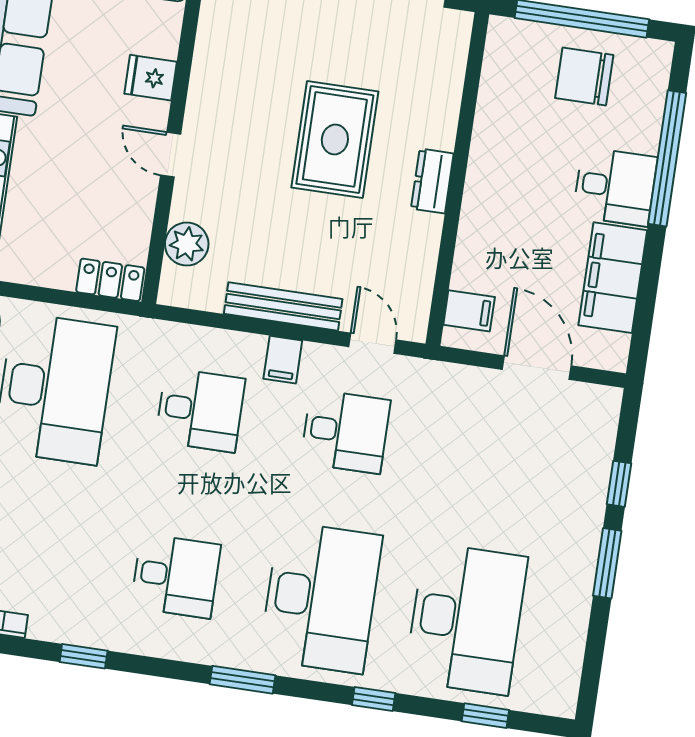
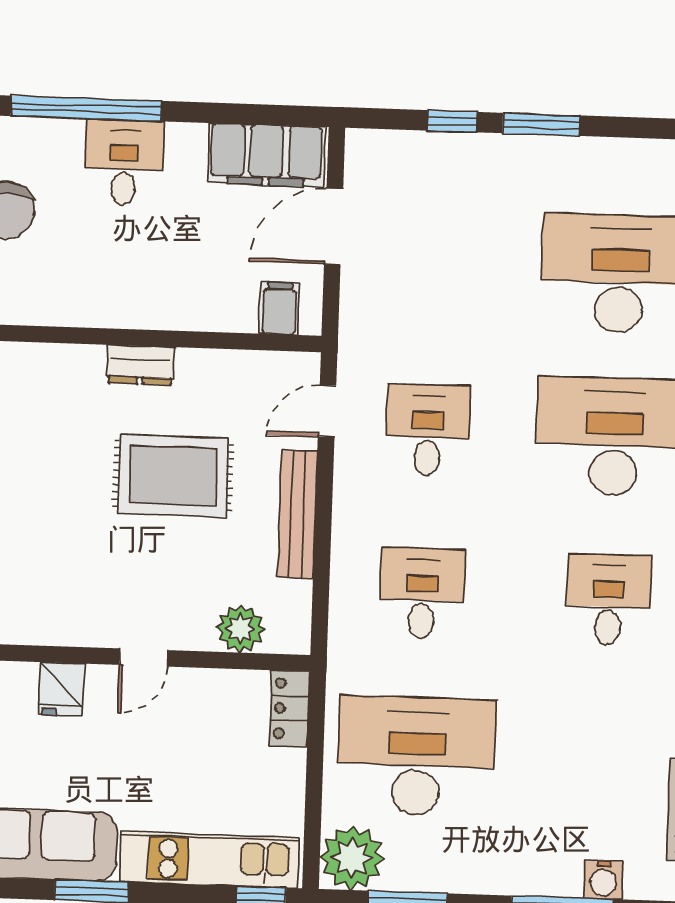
rug: (335, 139) -> (173, 476), moved
filing cabinet: (613, 278) -> (266, 155), moved
filing cabinet: (283, 360) -> (356, 508), removed

